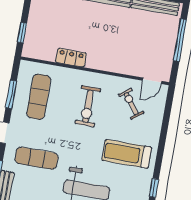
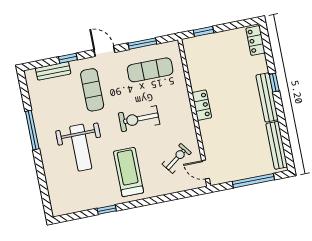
locker: (71, 58) -> (202, 105), moved
exercise bike: (88, 106) -> (139, 119), moved

